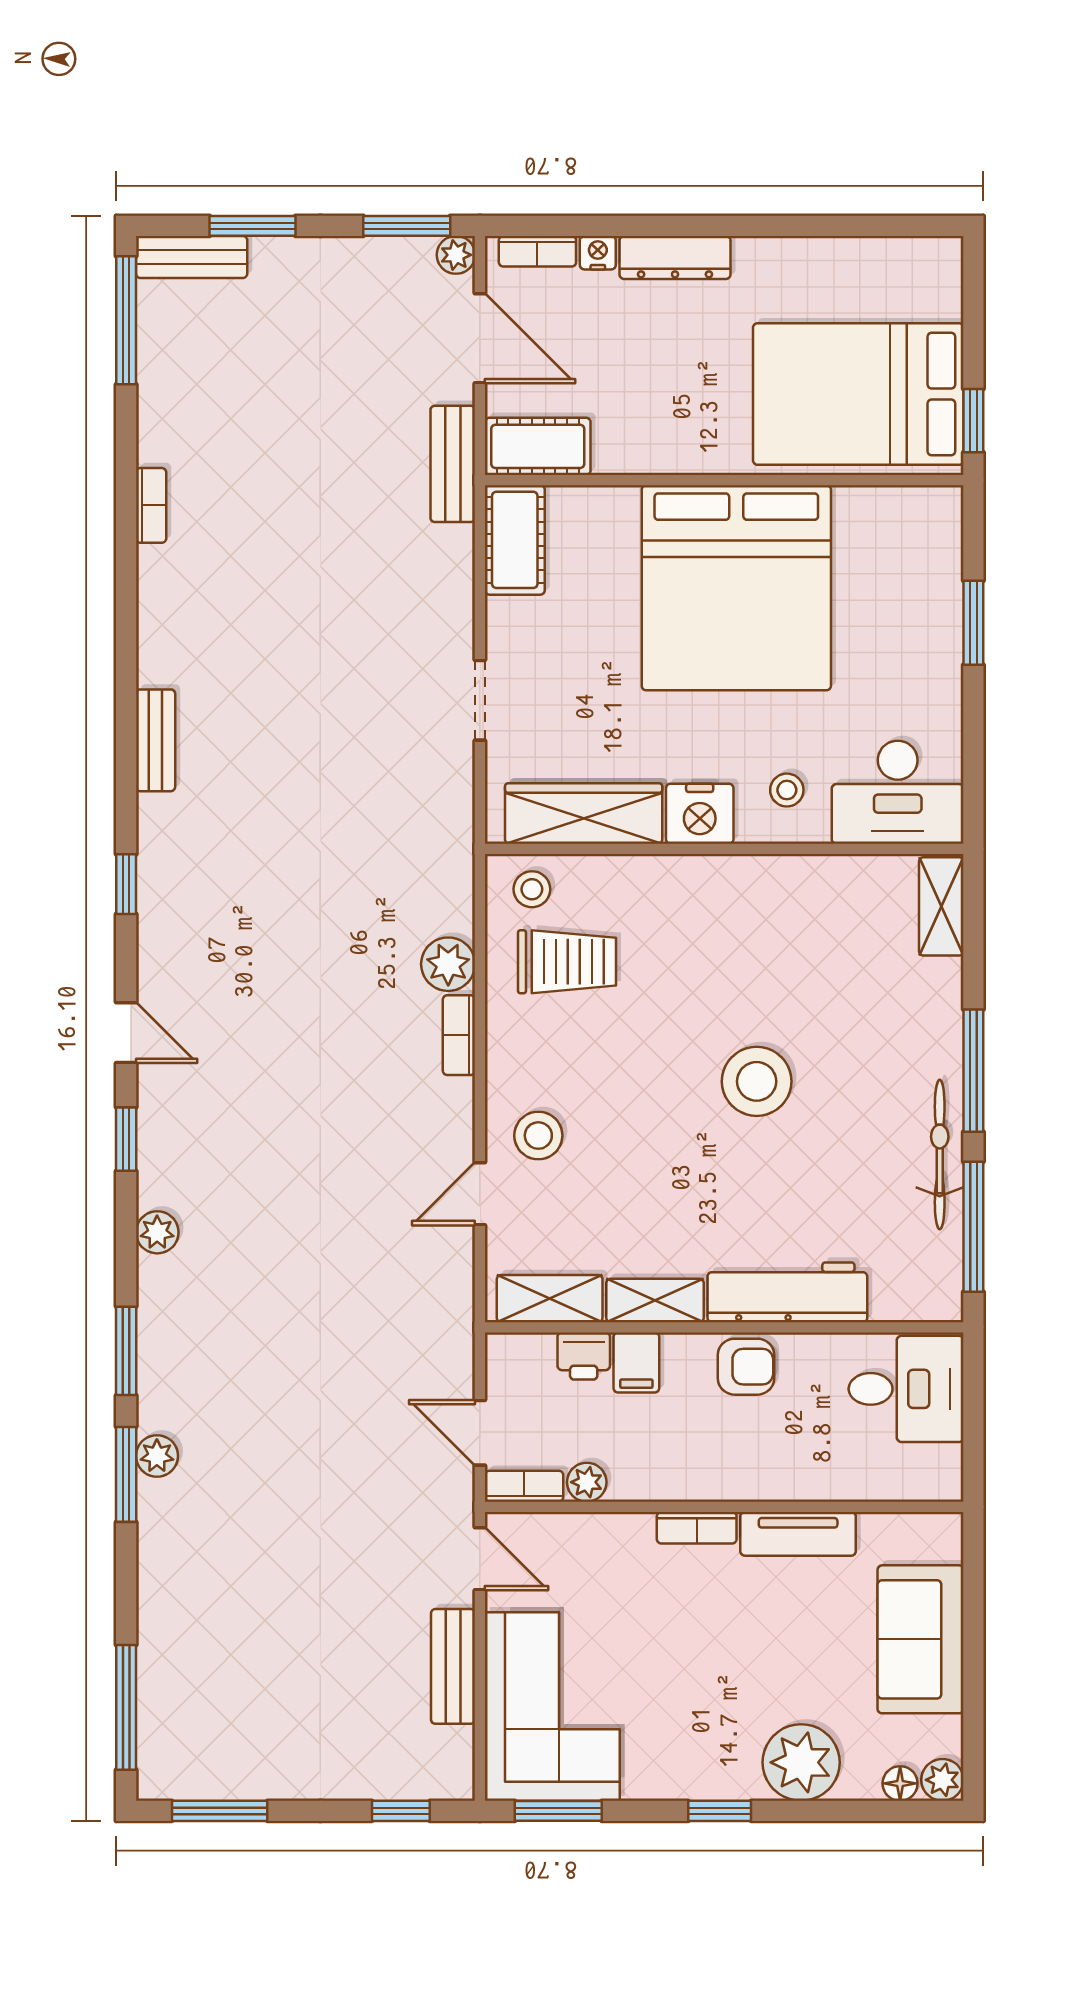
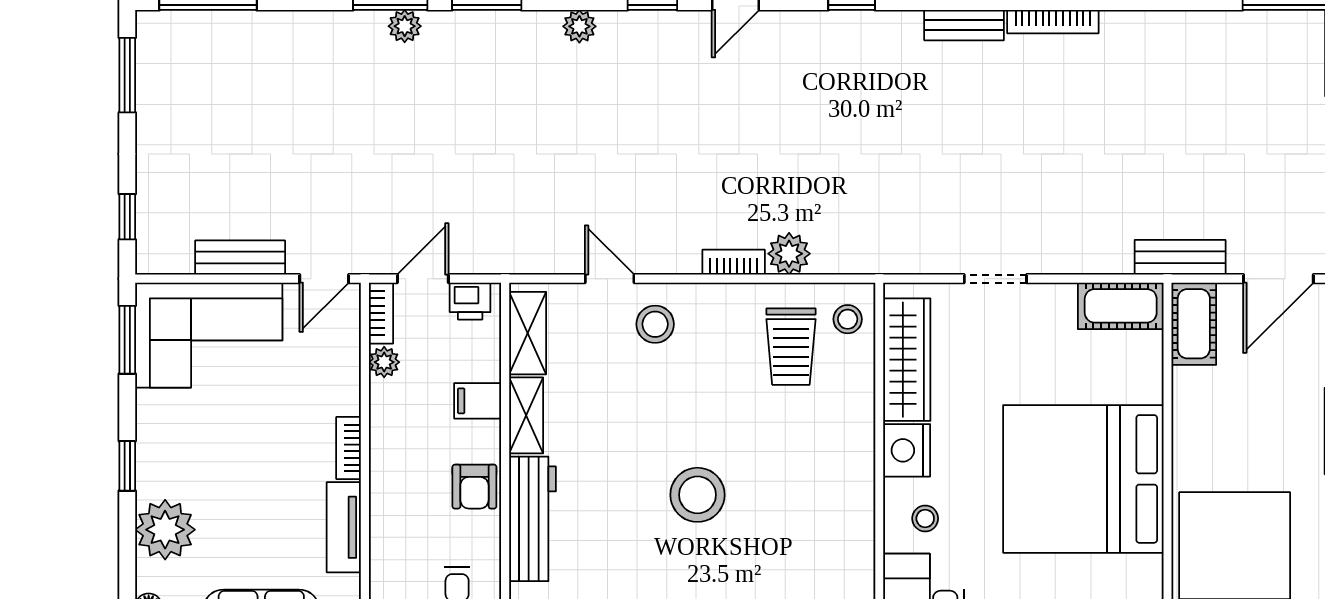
bookcase: (151, 505) -> (1053, 22), moved, width x1.56
printer: (584, 1356) -> (470, 301), moved, turned -90

